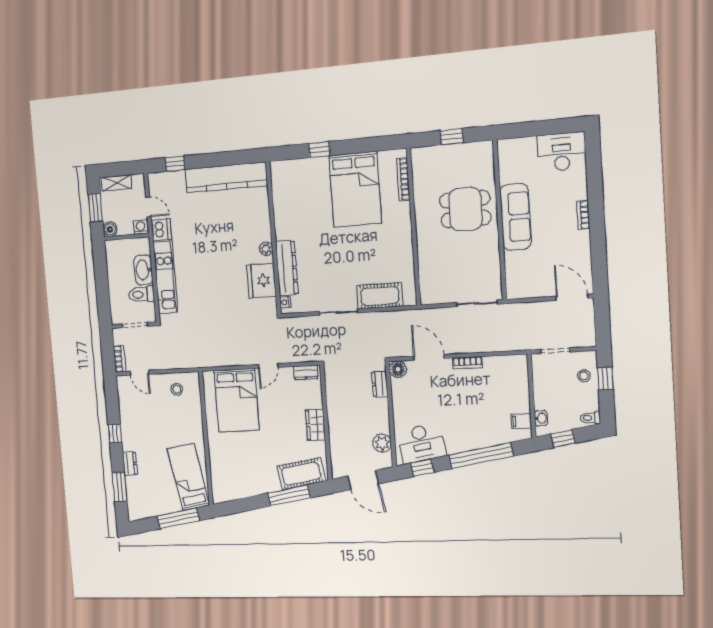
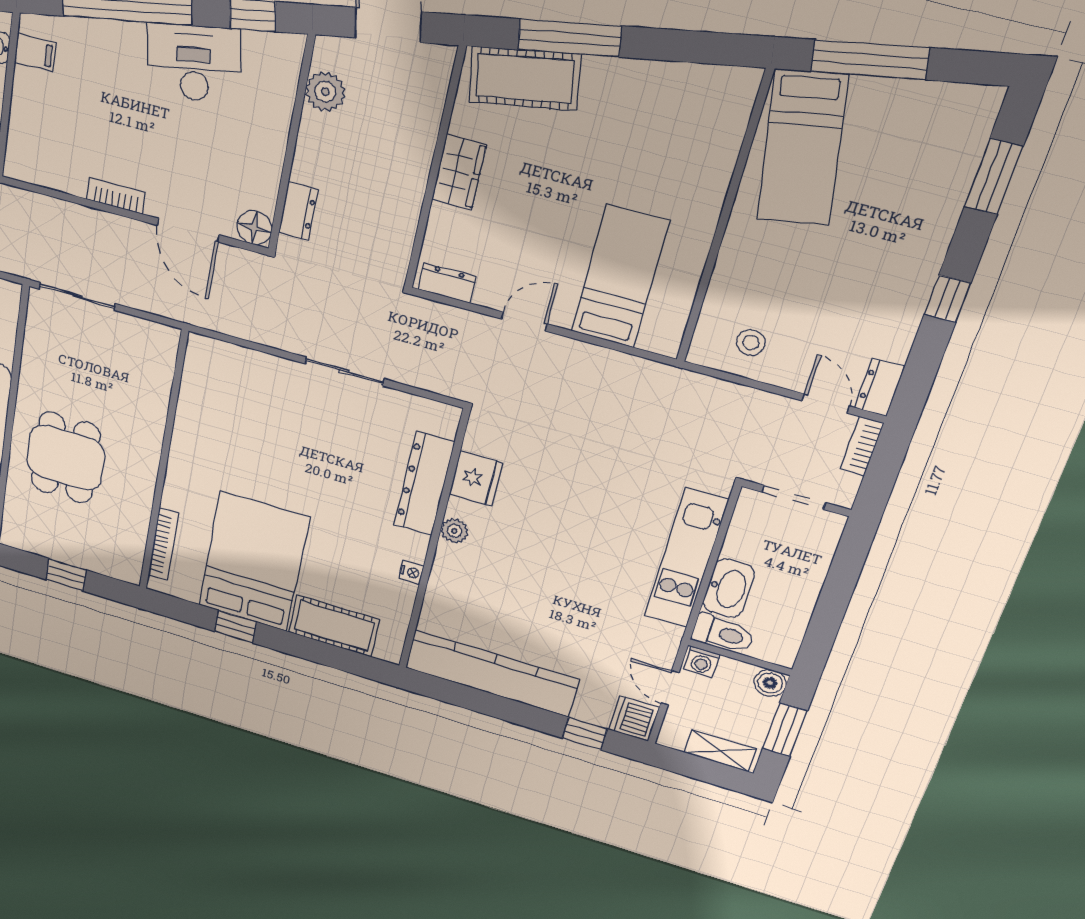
window: (319, 150) -> (235, 627), moved
dining table: (465, 209) -> (66, 458), turned 90
dishwasher: (161, 230) -> (634, 719), moved
fridge: (261, 281) -> (476, 479), width x0.73, depth x0.75
toilet: (141, 294) -> (723, 634), moved
cot: (380, 296) -> (334, 626), moved
nightstand: (285, 302) -> (411, 572), moved
bed: (237, 400) -> (620, 277), width x0.67
desk: (421, 443) -> (194, 63), moved
dresser: (130, 464) -> (880, 387), moved

